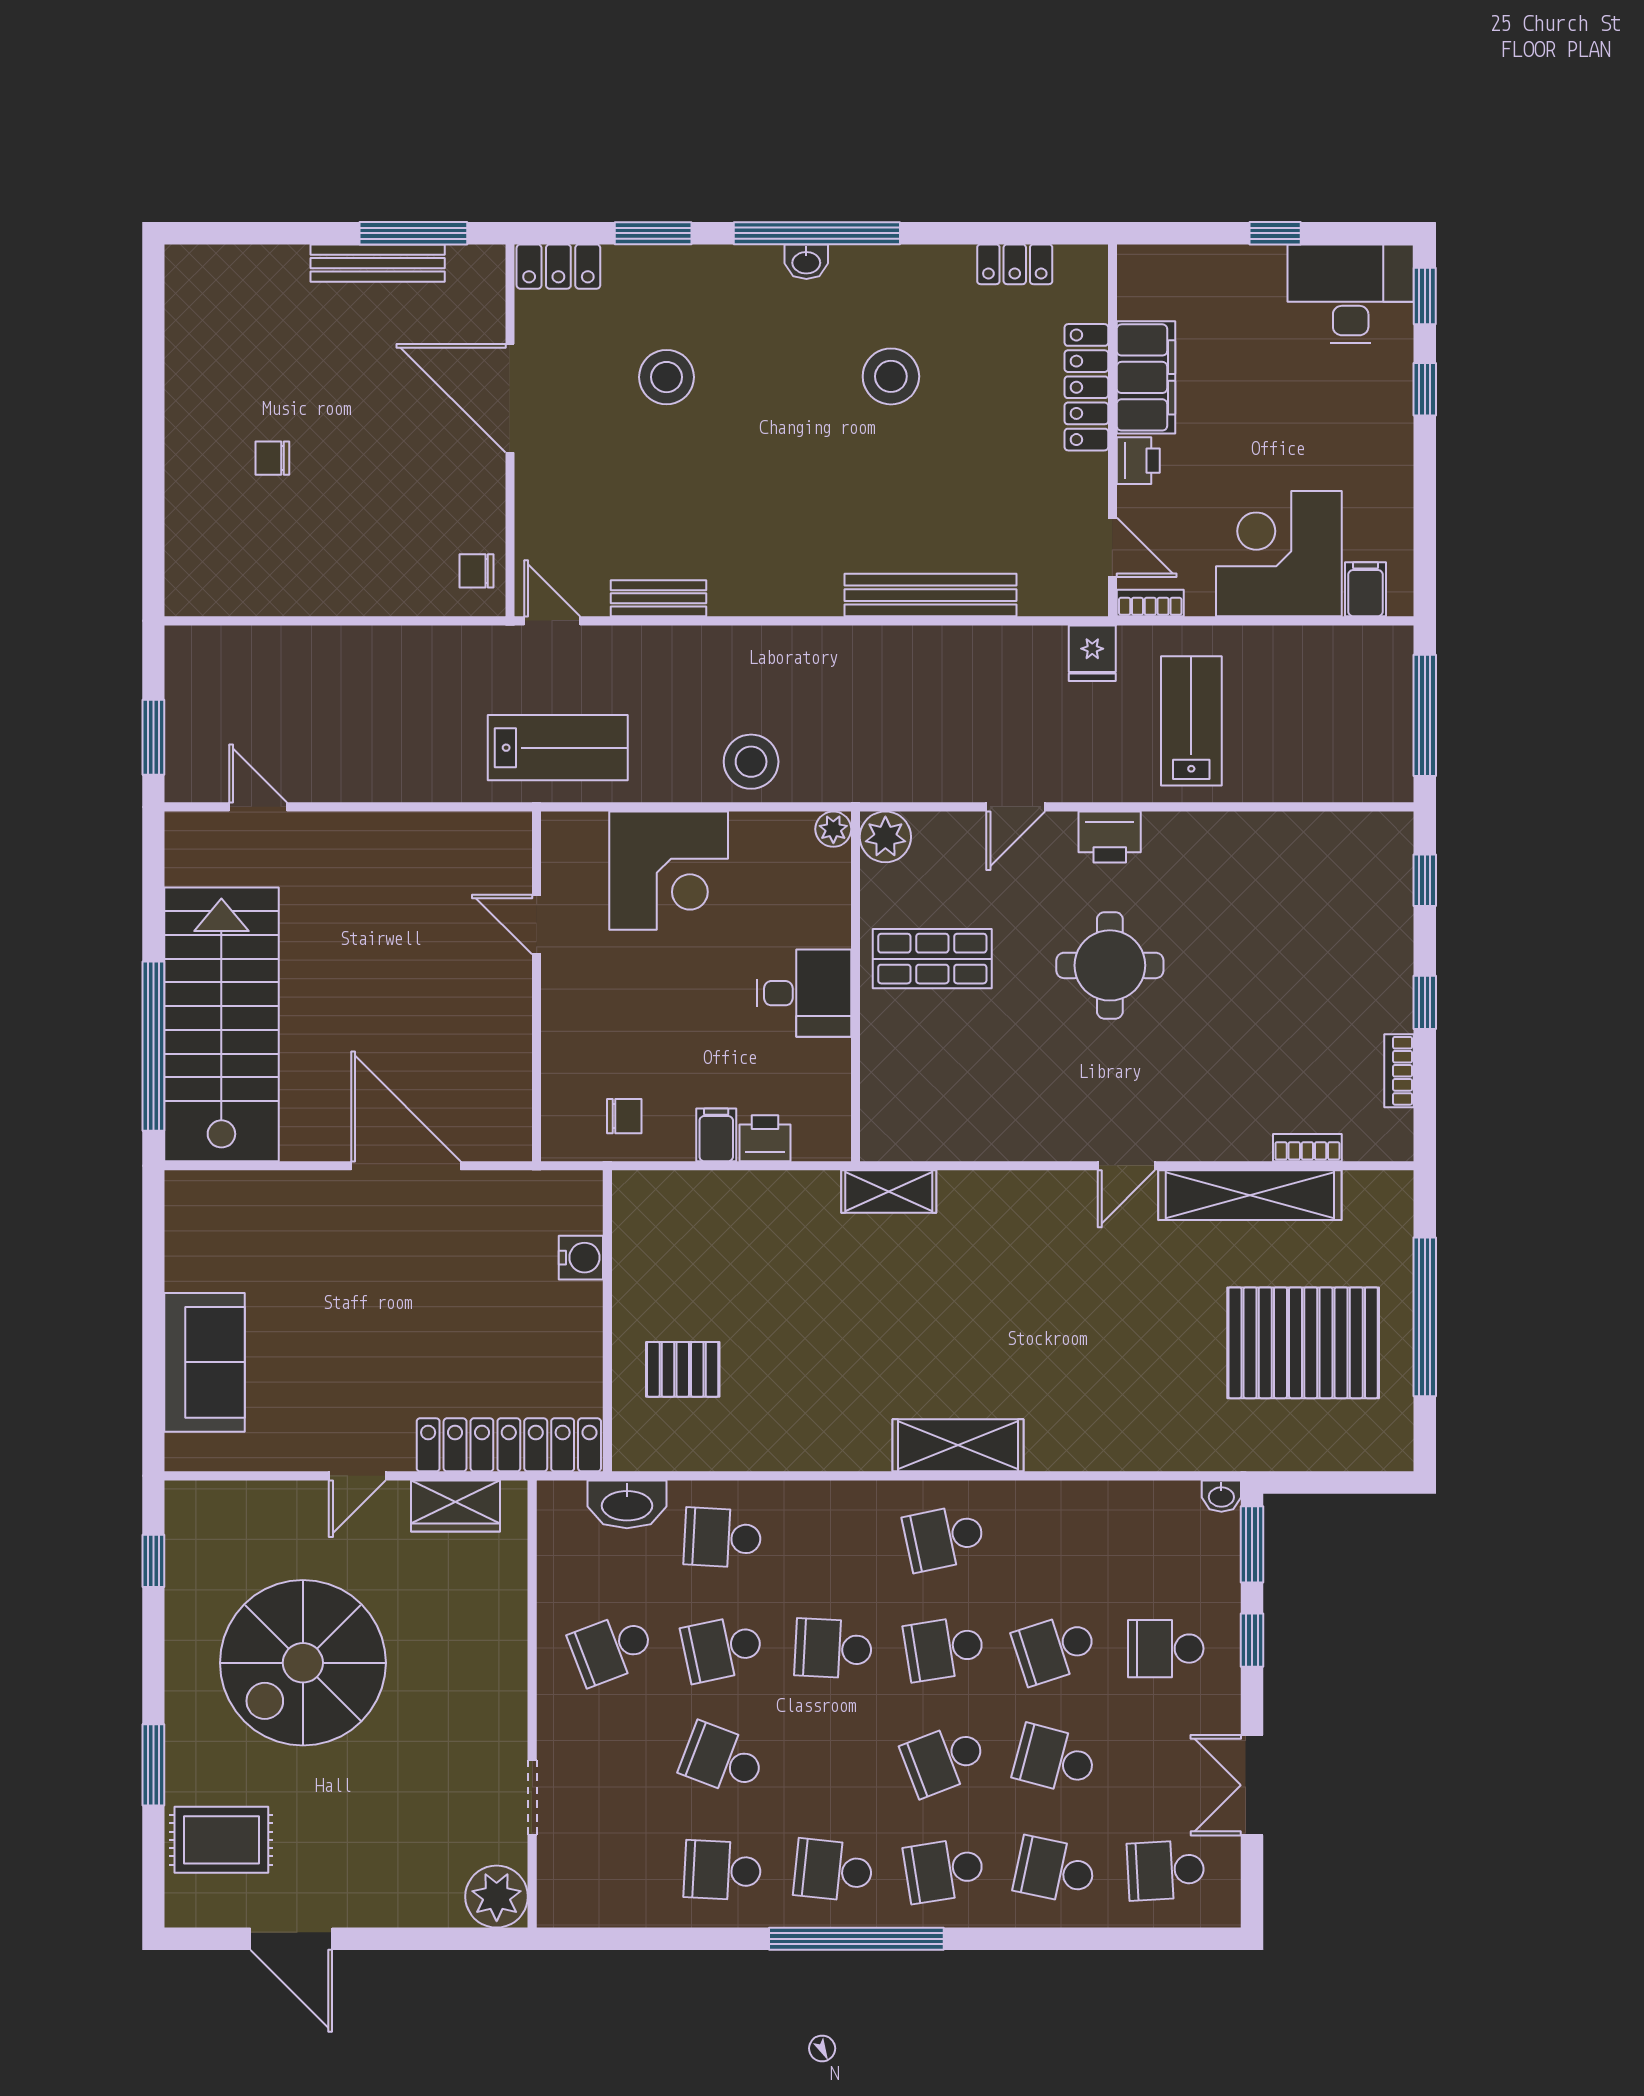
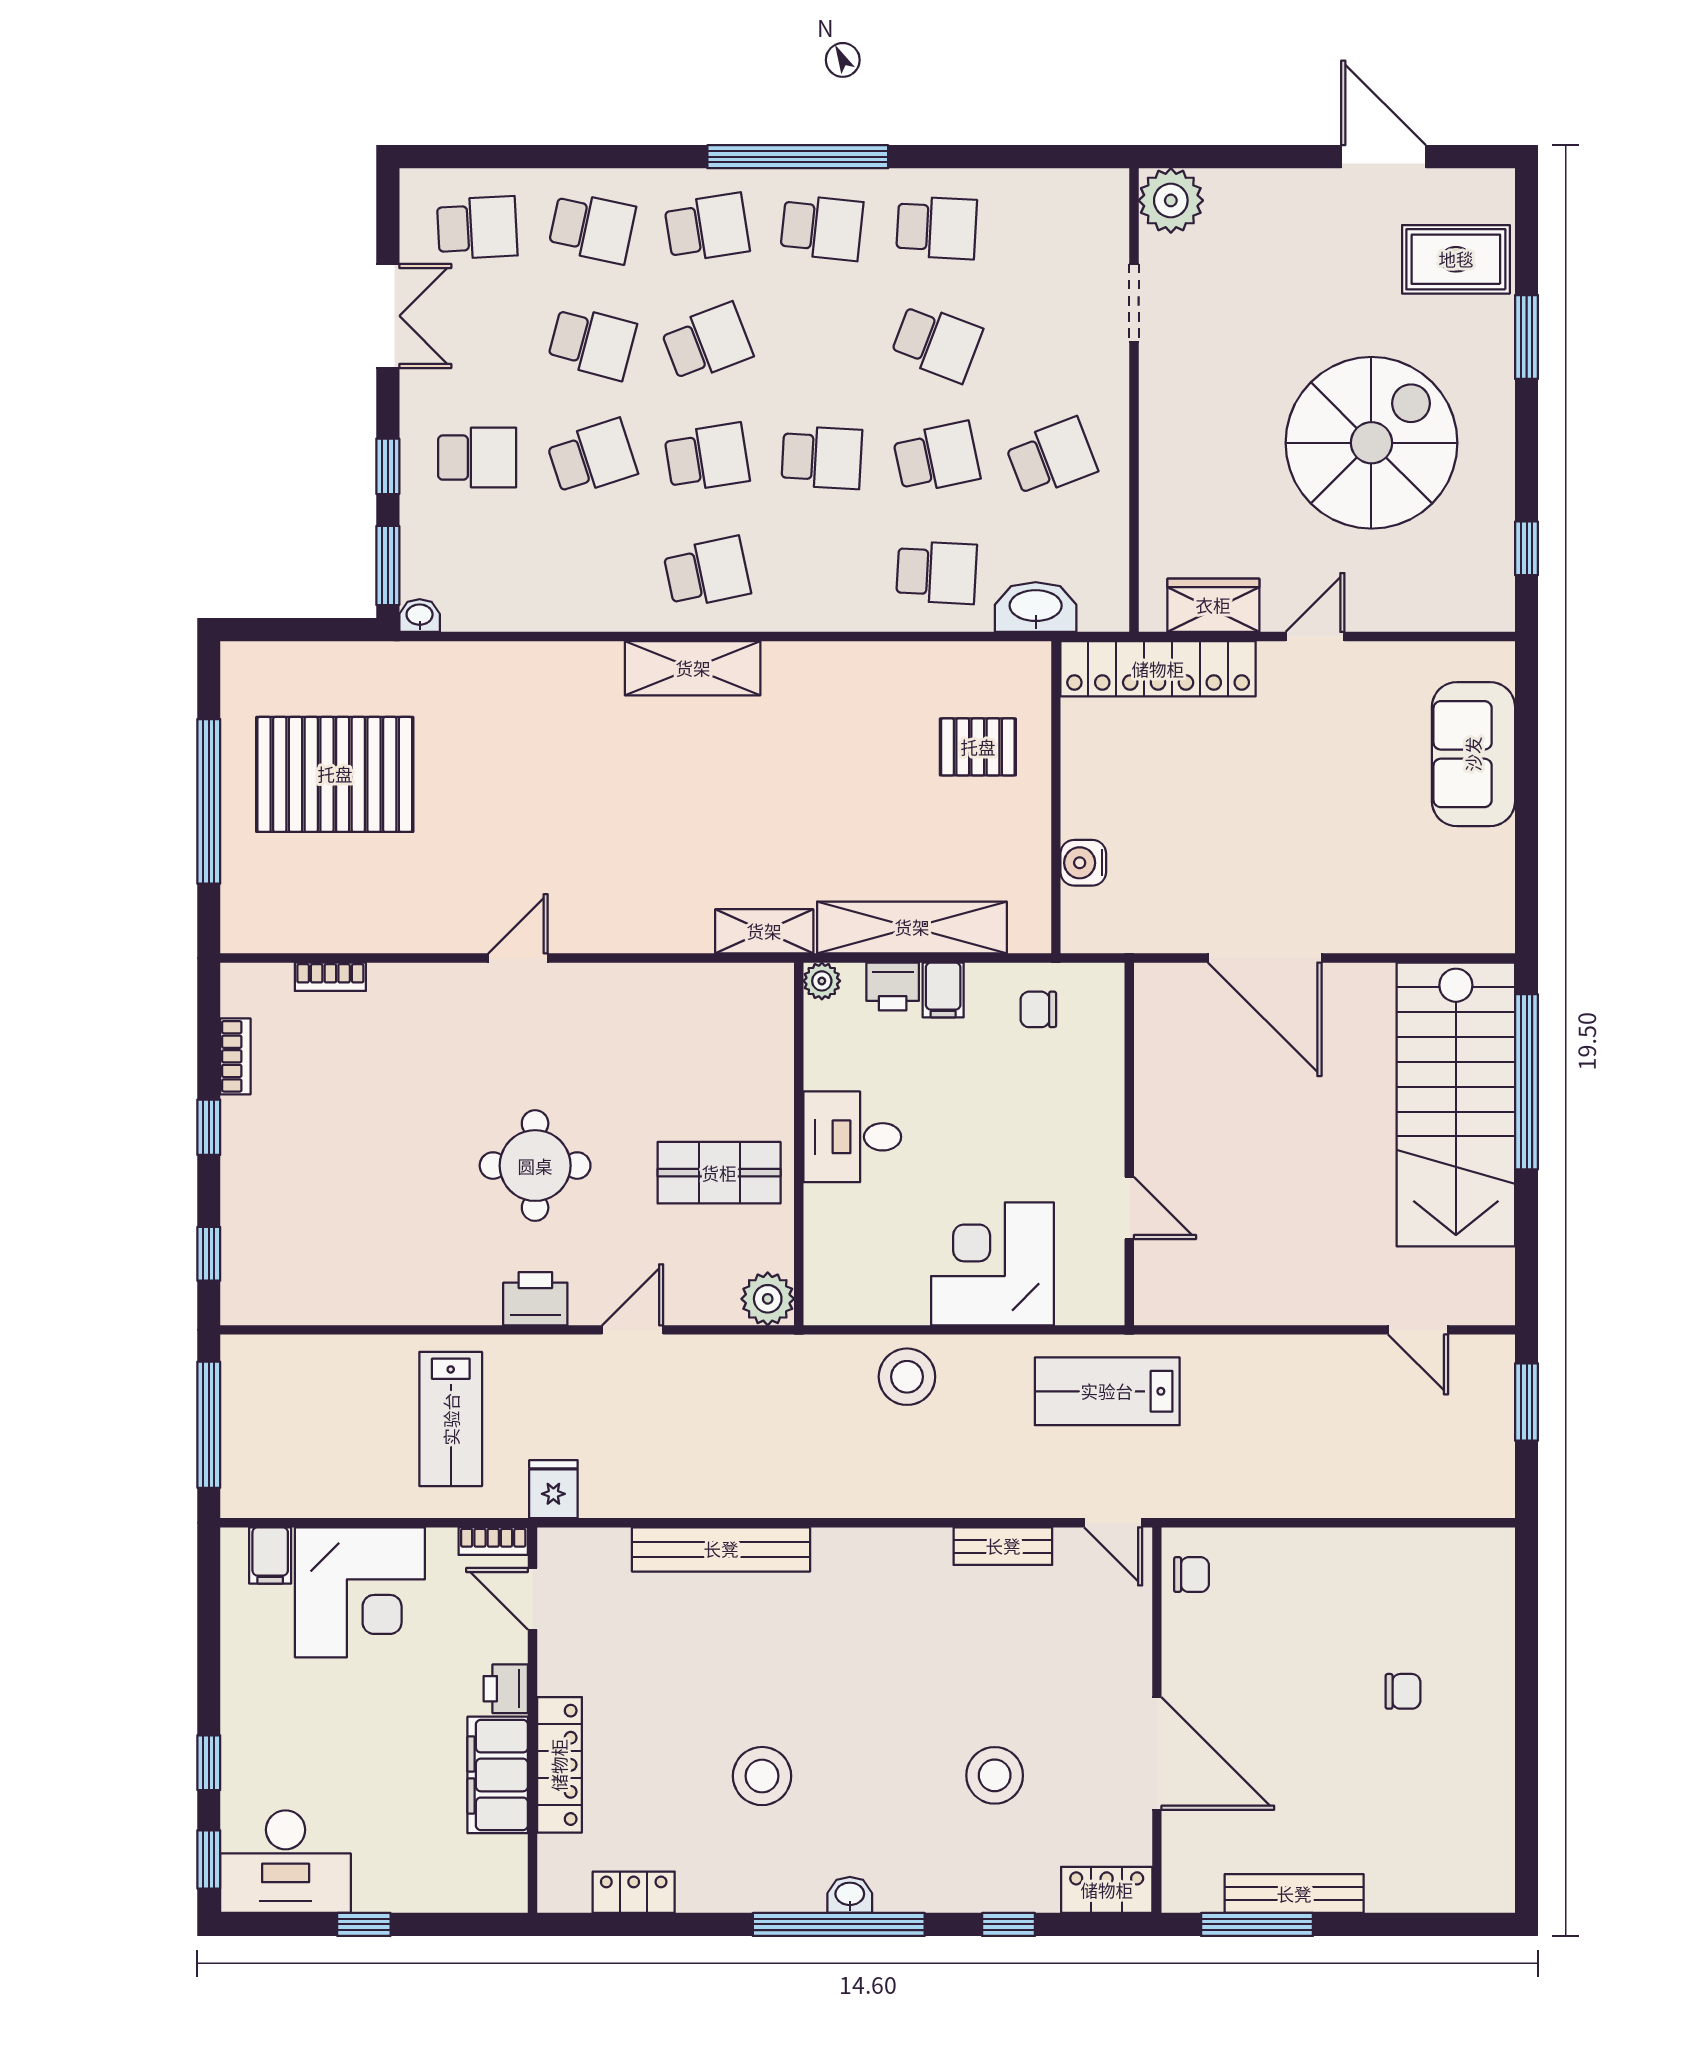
window: (653, 233) -> (1009, 1924), width x0.67
plant: (833, 829) -> (822, 981), moved
shelving: (1250, 1195) -> (912, 927), moved

